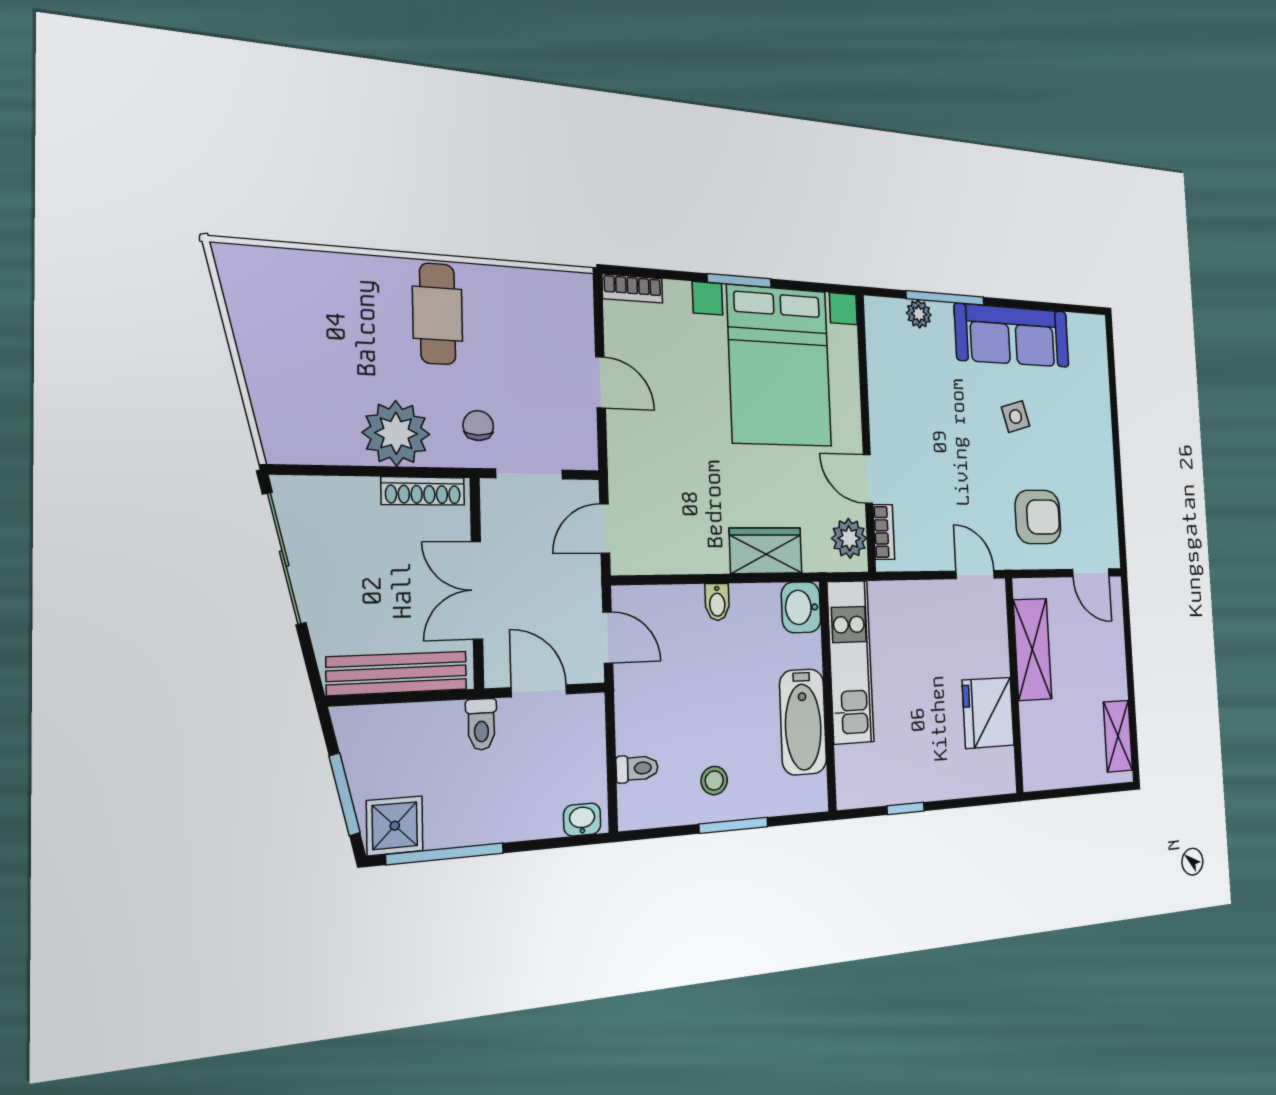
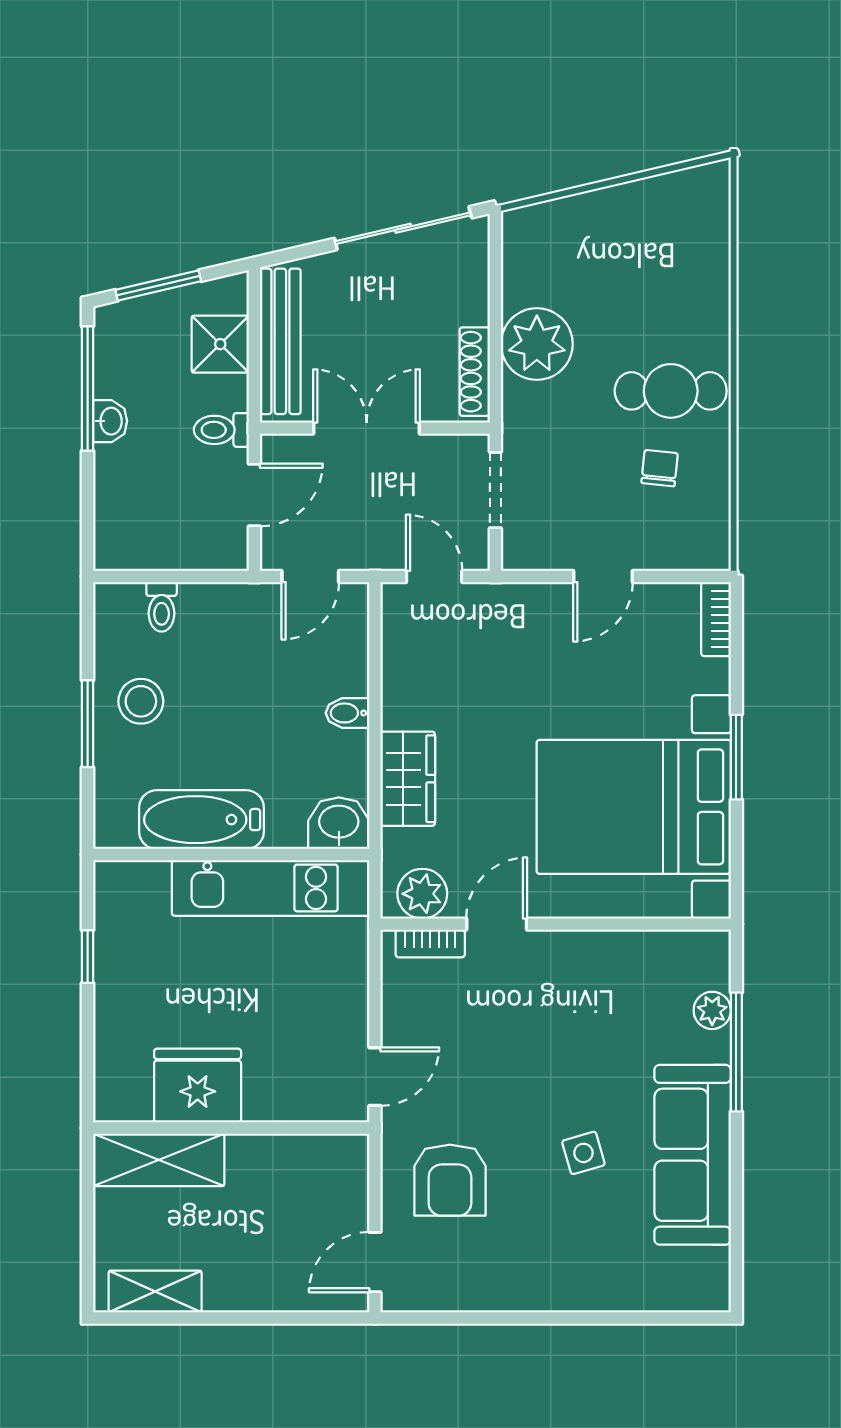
chair: (478, 426) -> (660, 468), moved, turned -84
shelving: (1032, 649) -> (159, 1160), moved
stool: (714, 781) -> (141, 701), width x1.37, depth x1.37
washbasin: (582, 820) -> (110, 421), moved
shower: (395, 826) -> (220, 344), moved

